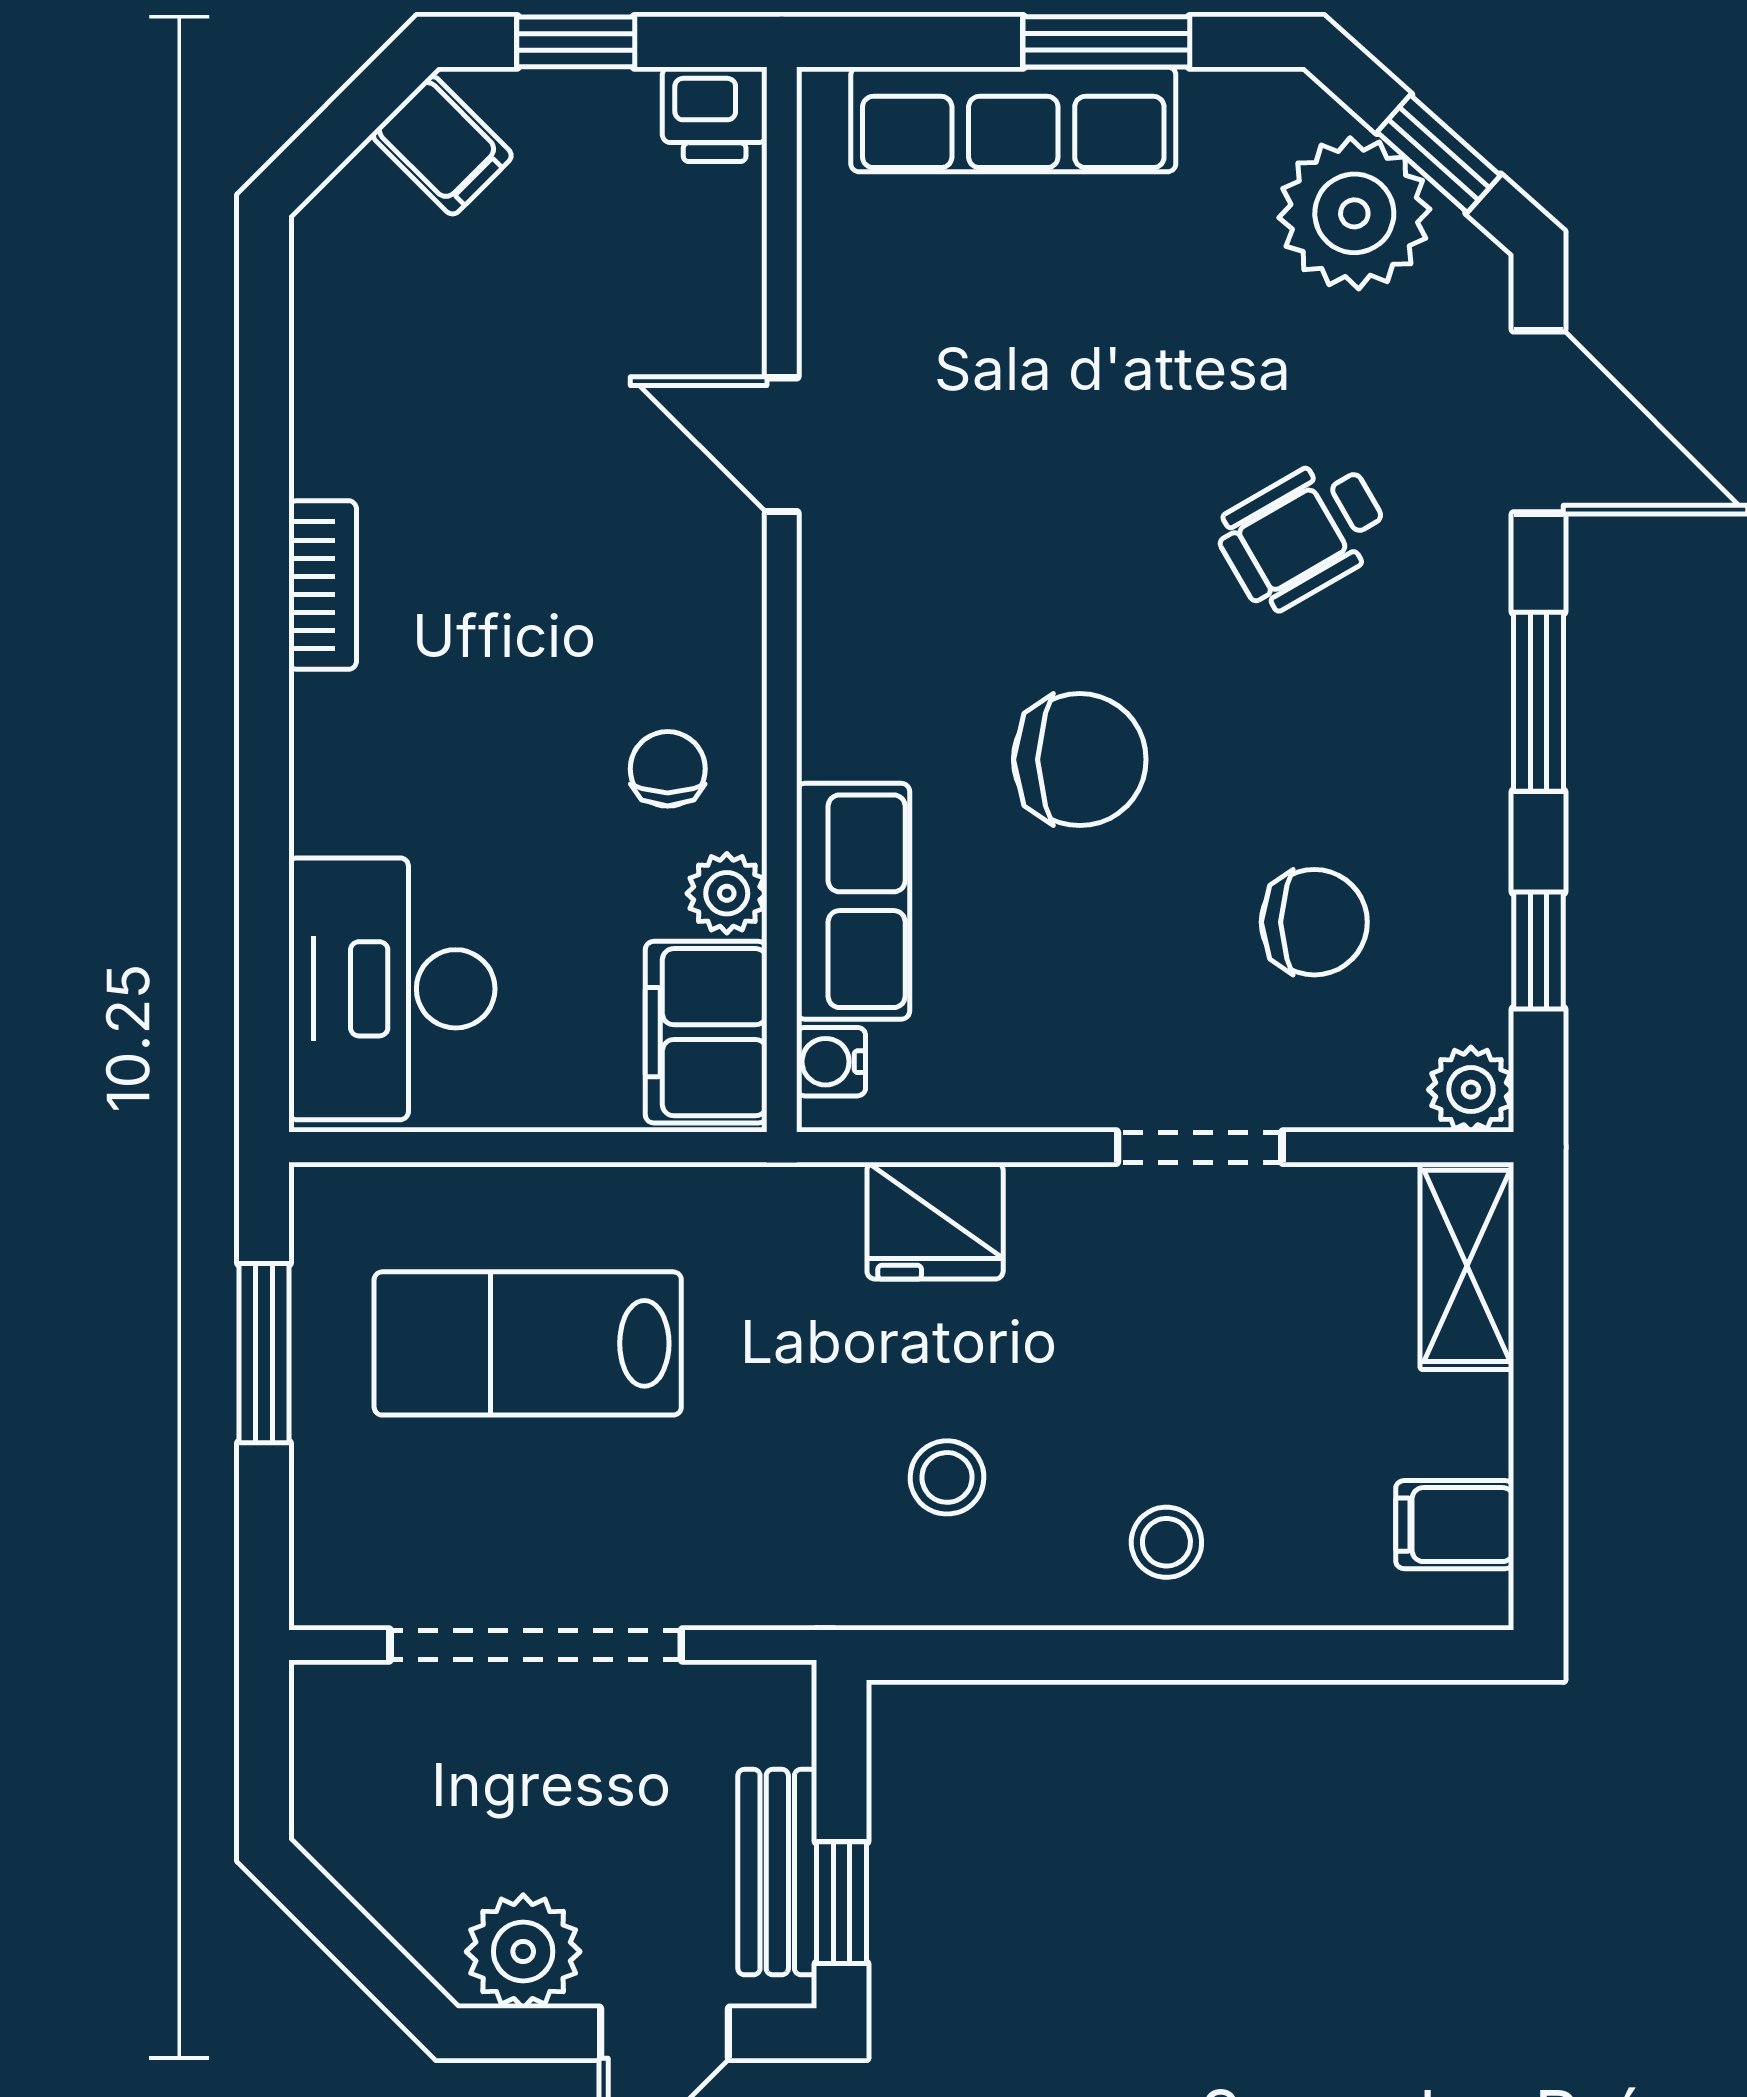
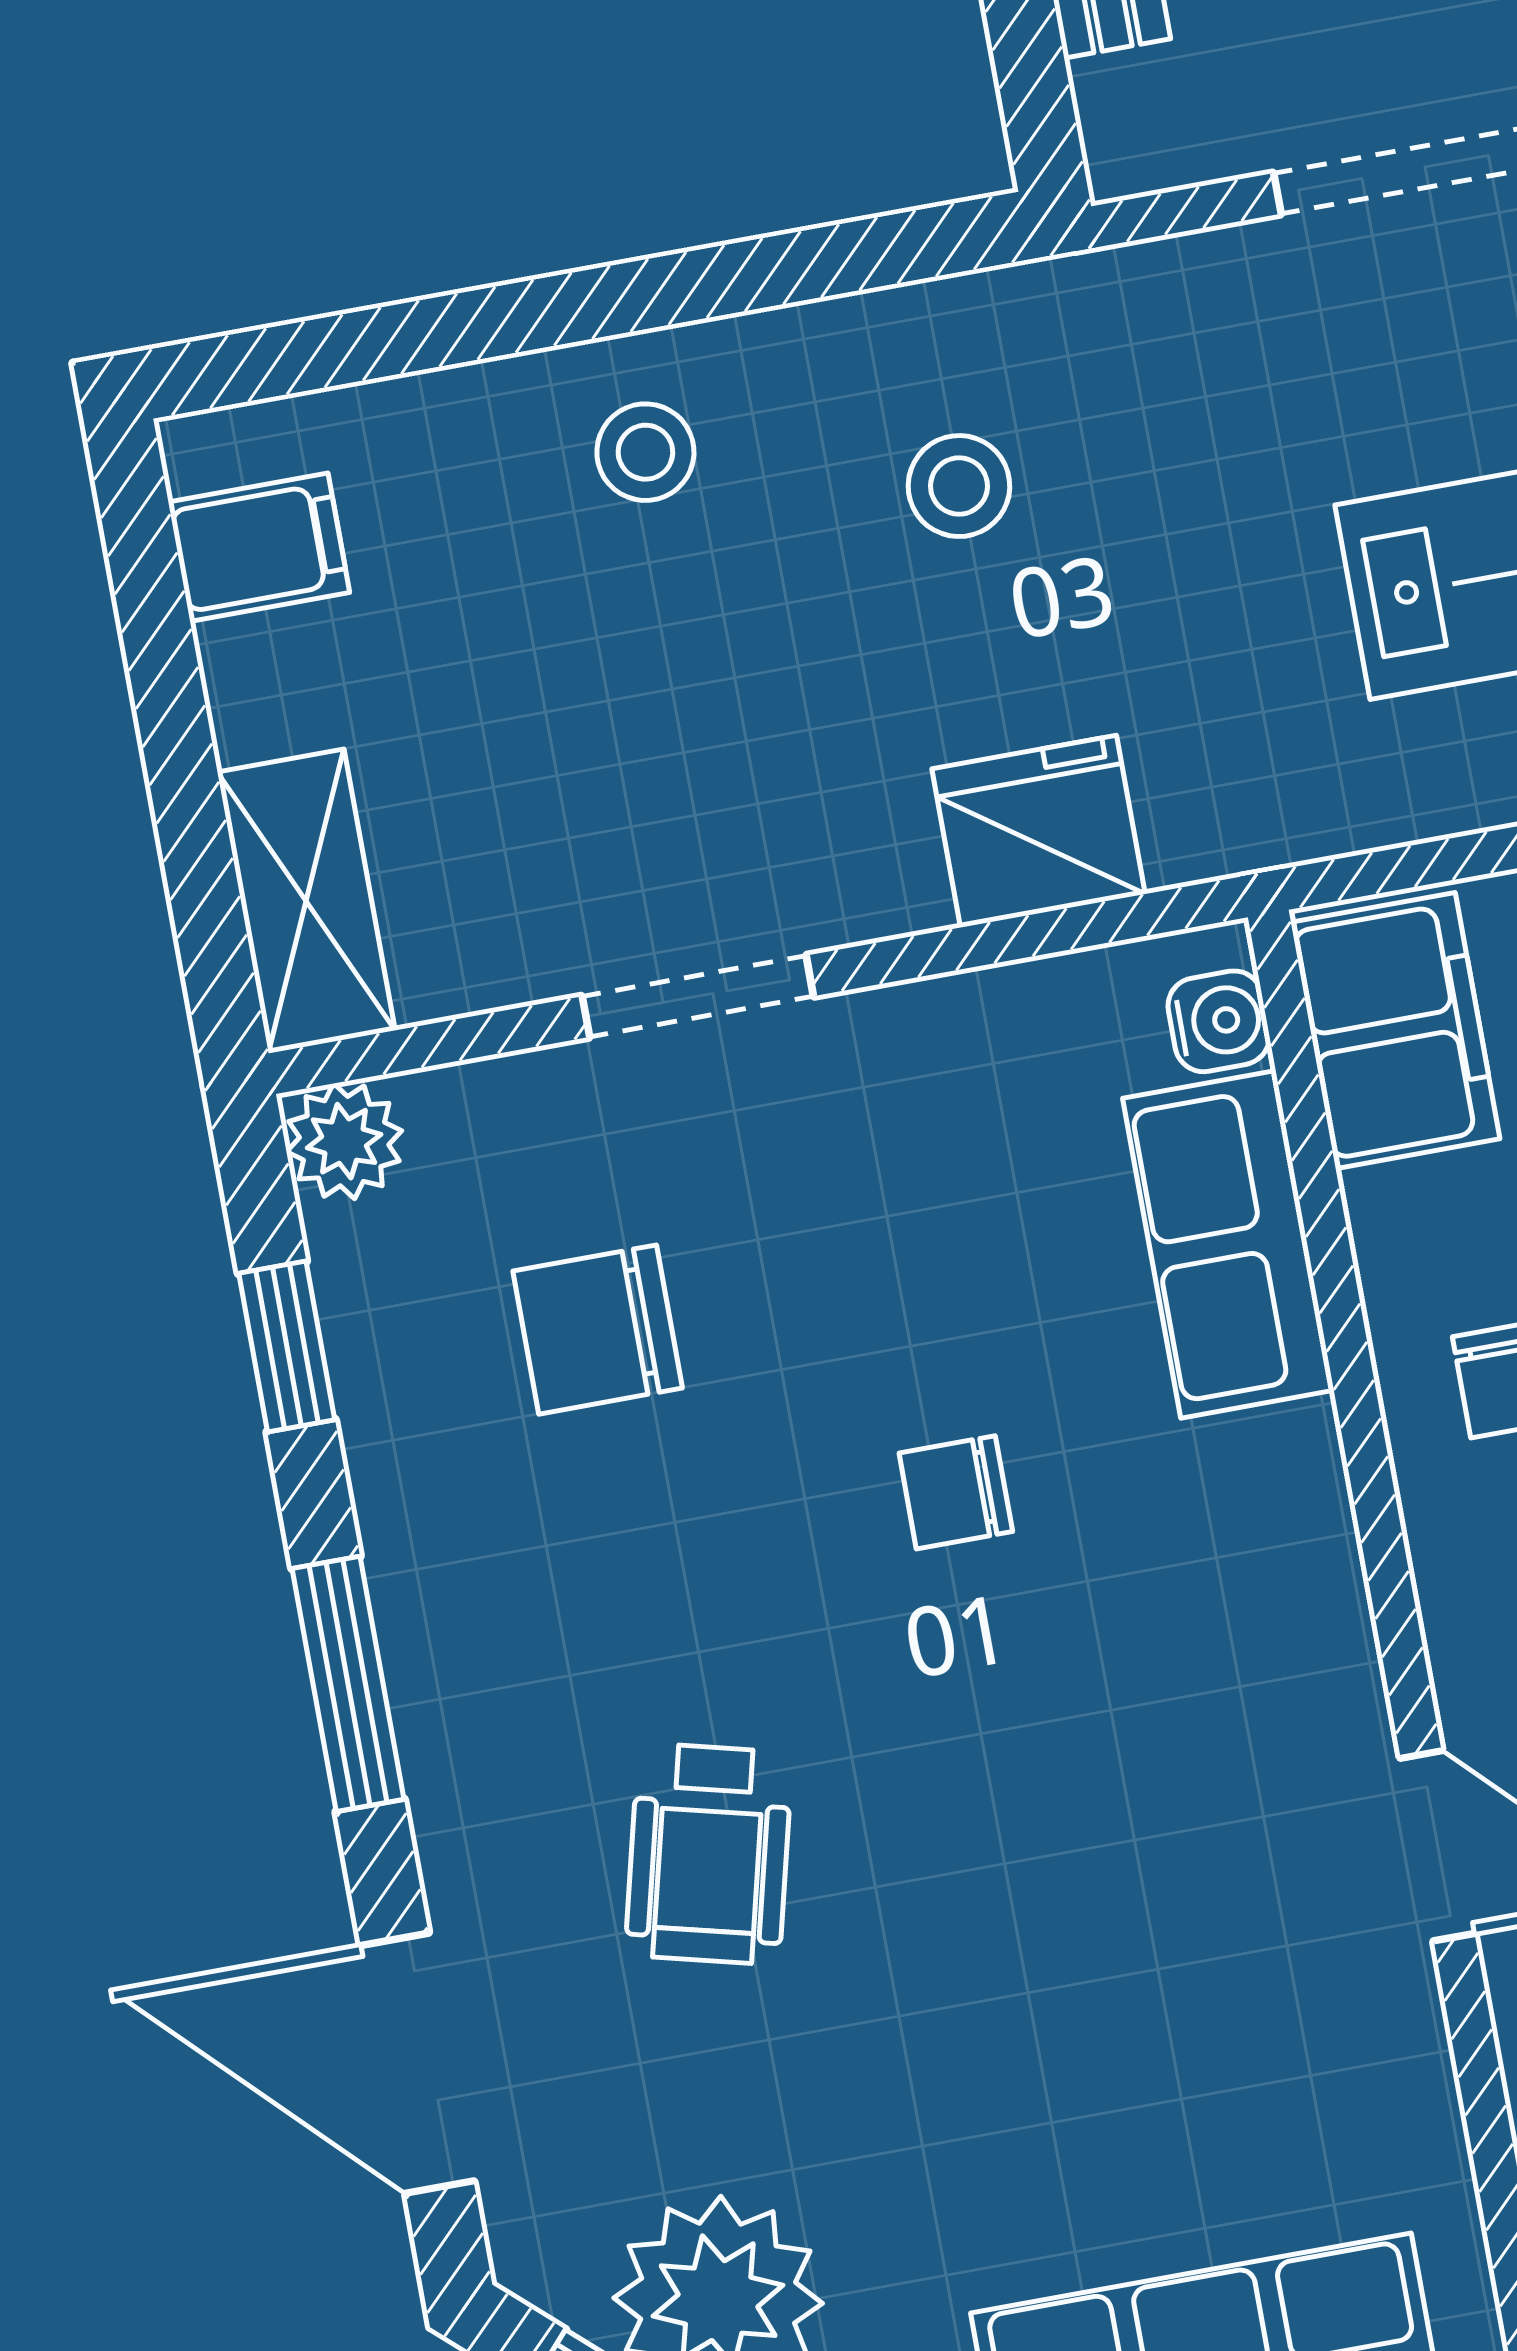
wheelchair: (1303, 533) -> (709, 1854), turned 134
chair: (1080, 760) -> (956, 1492), width x0.54, depth x0.54
plant: (727, 893) -> (1402, 1224), removed

